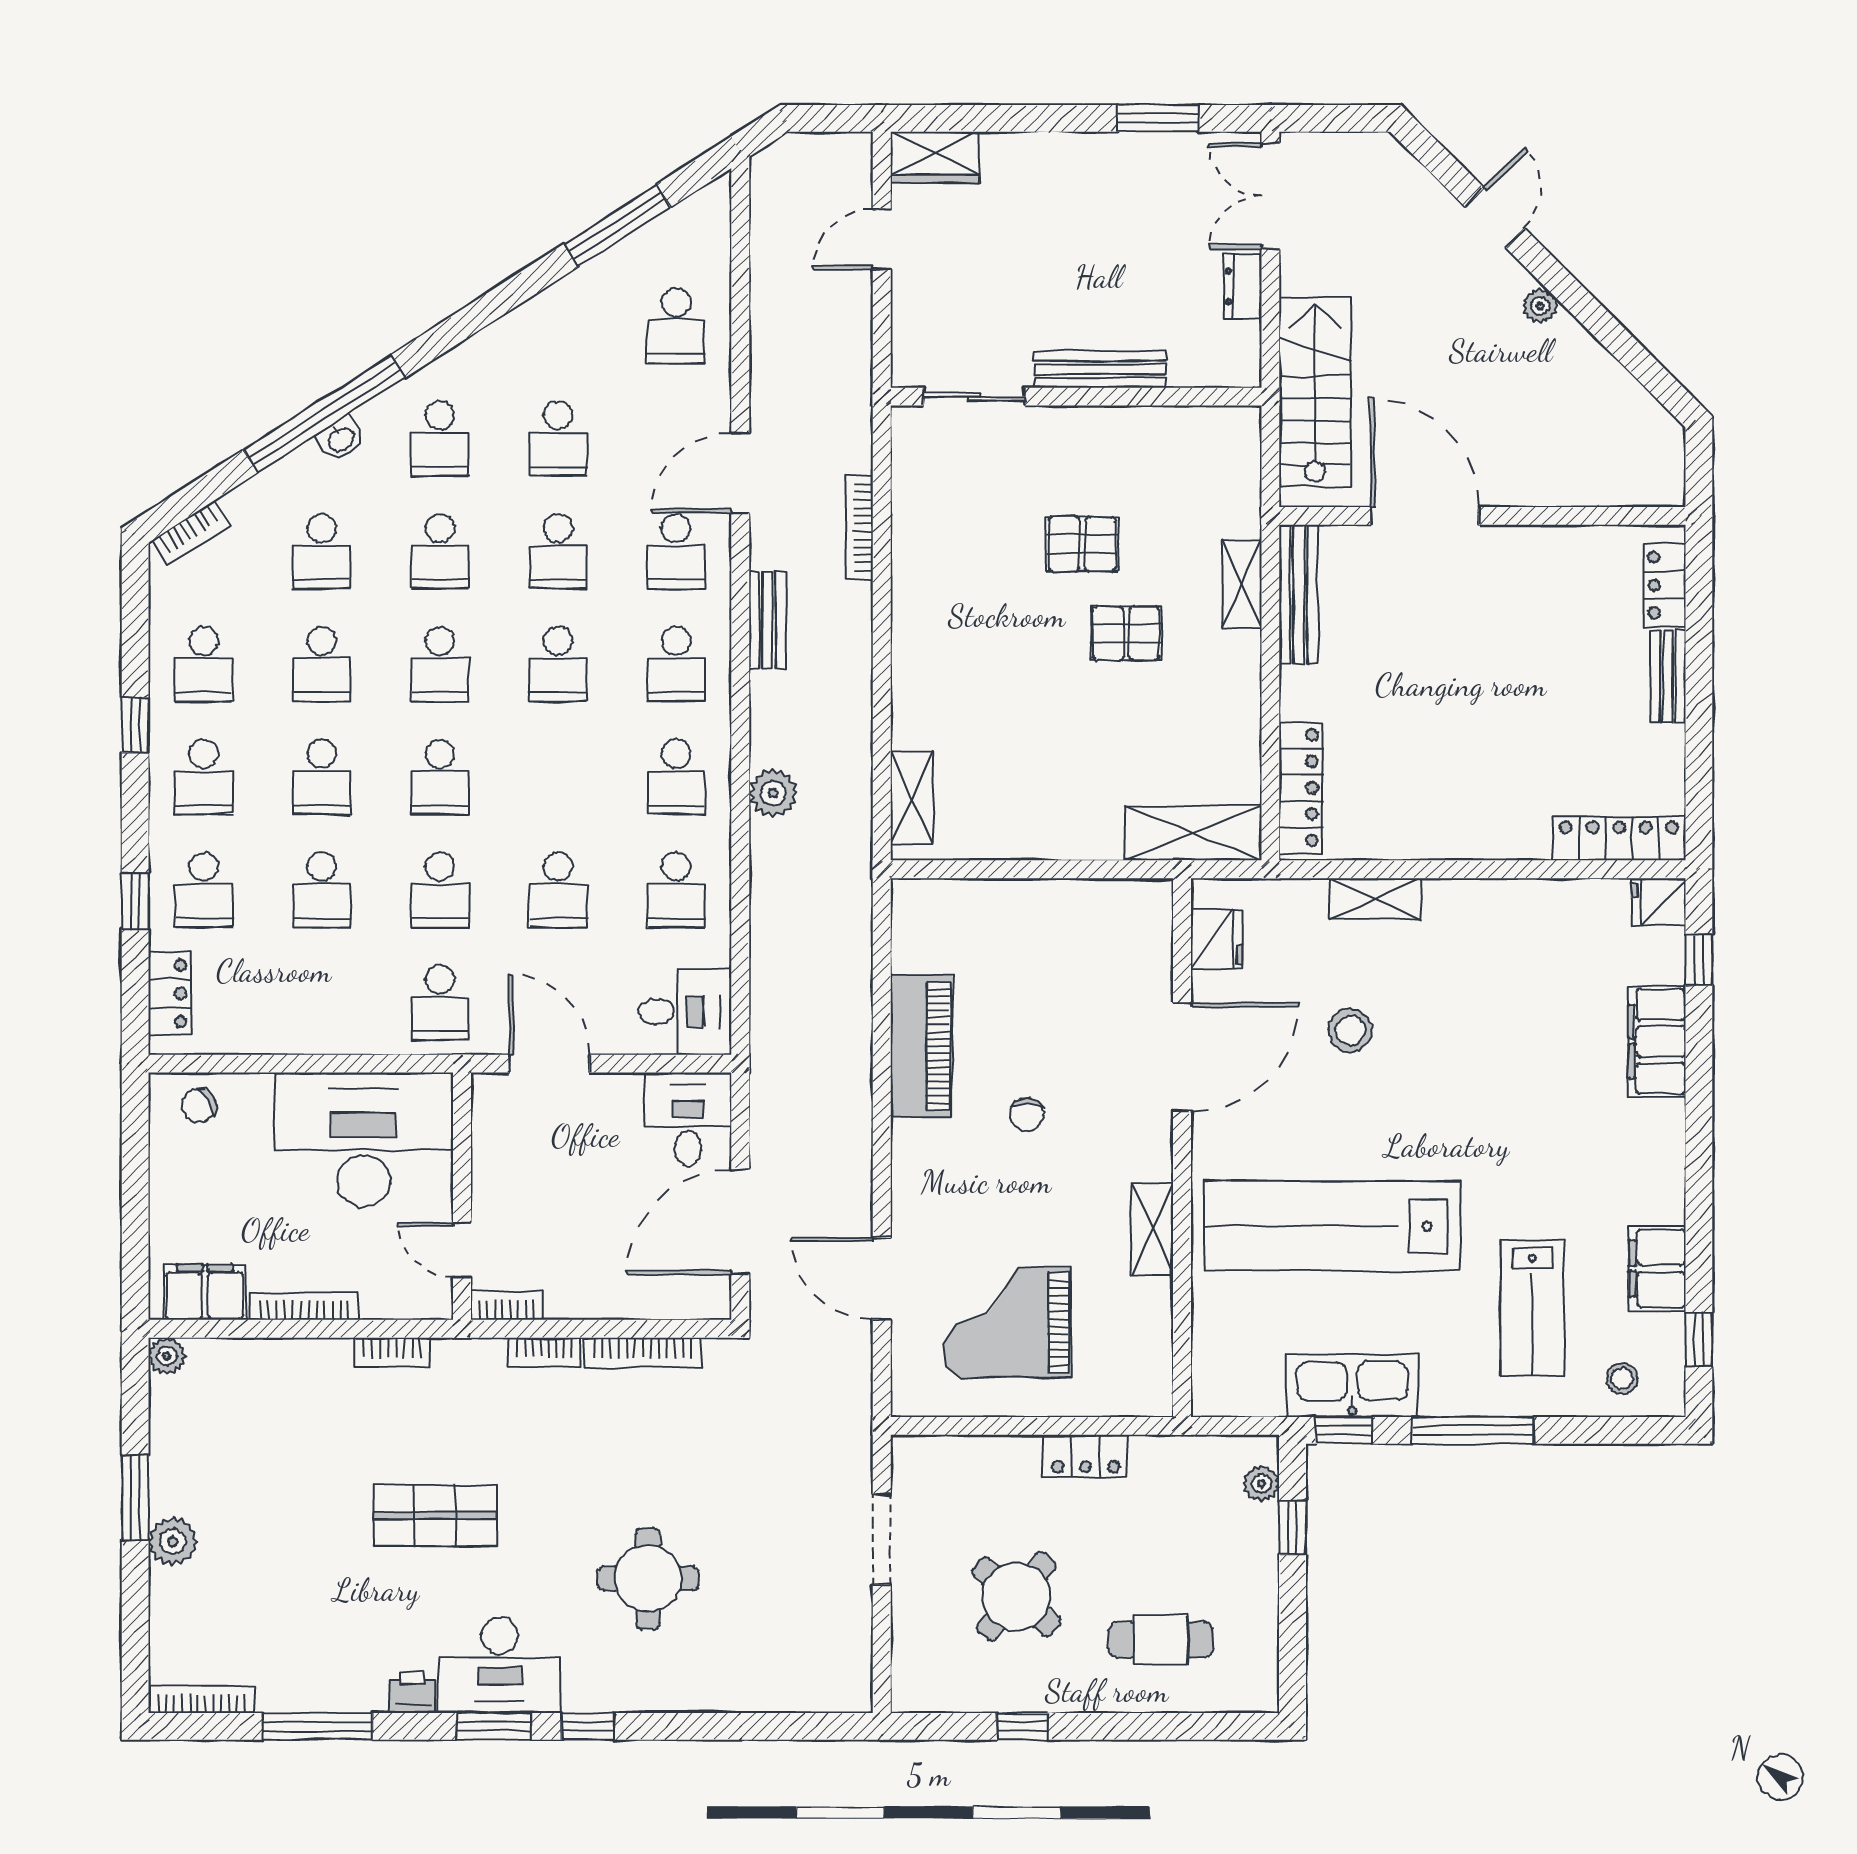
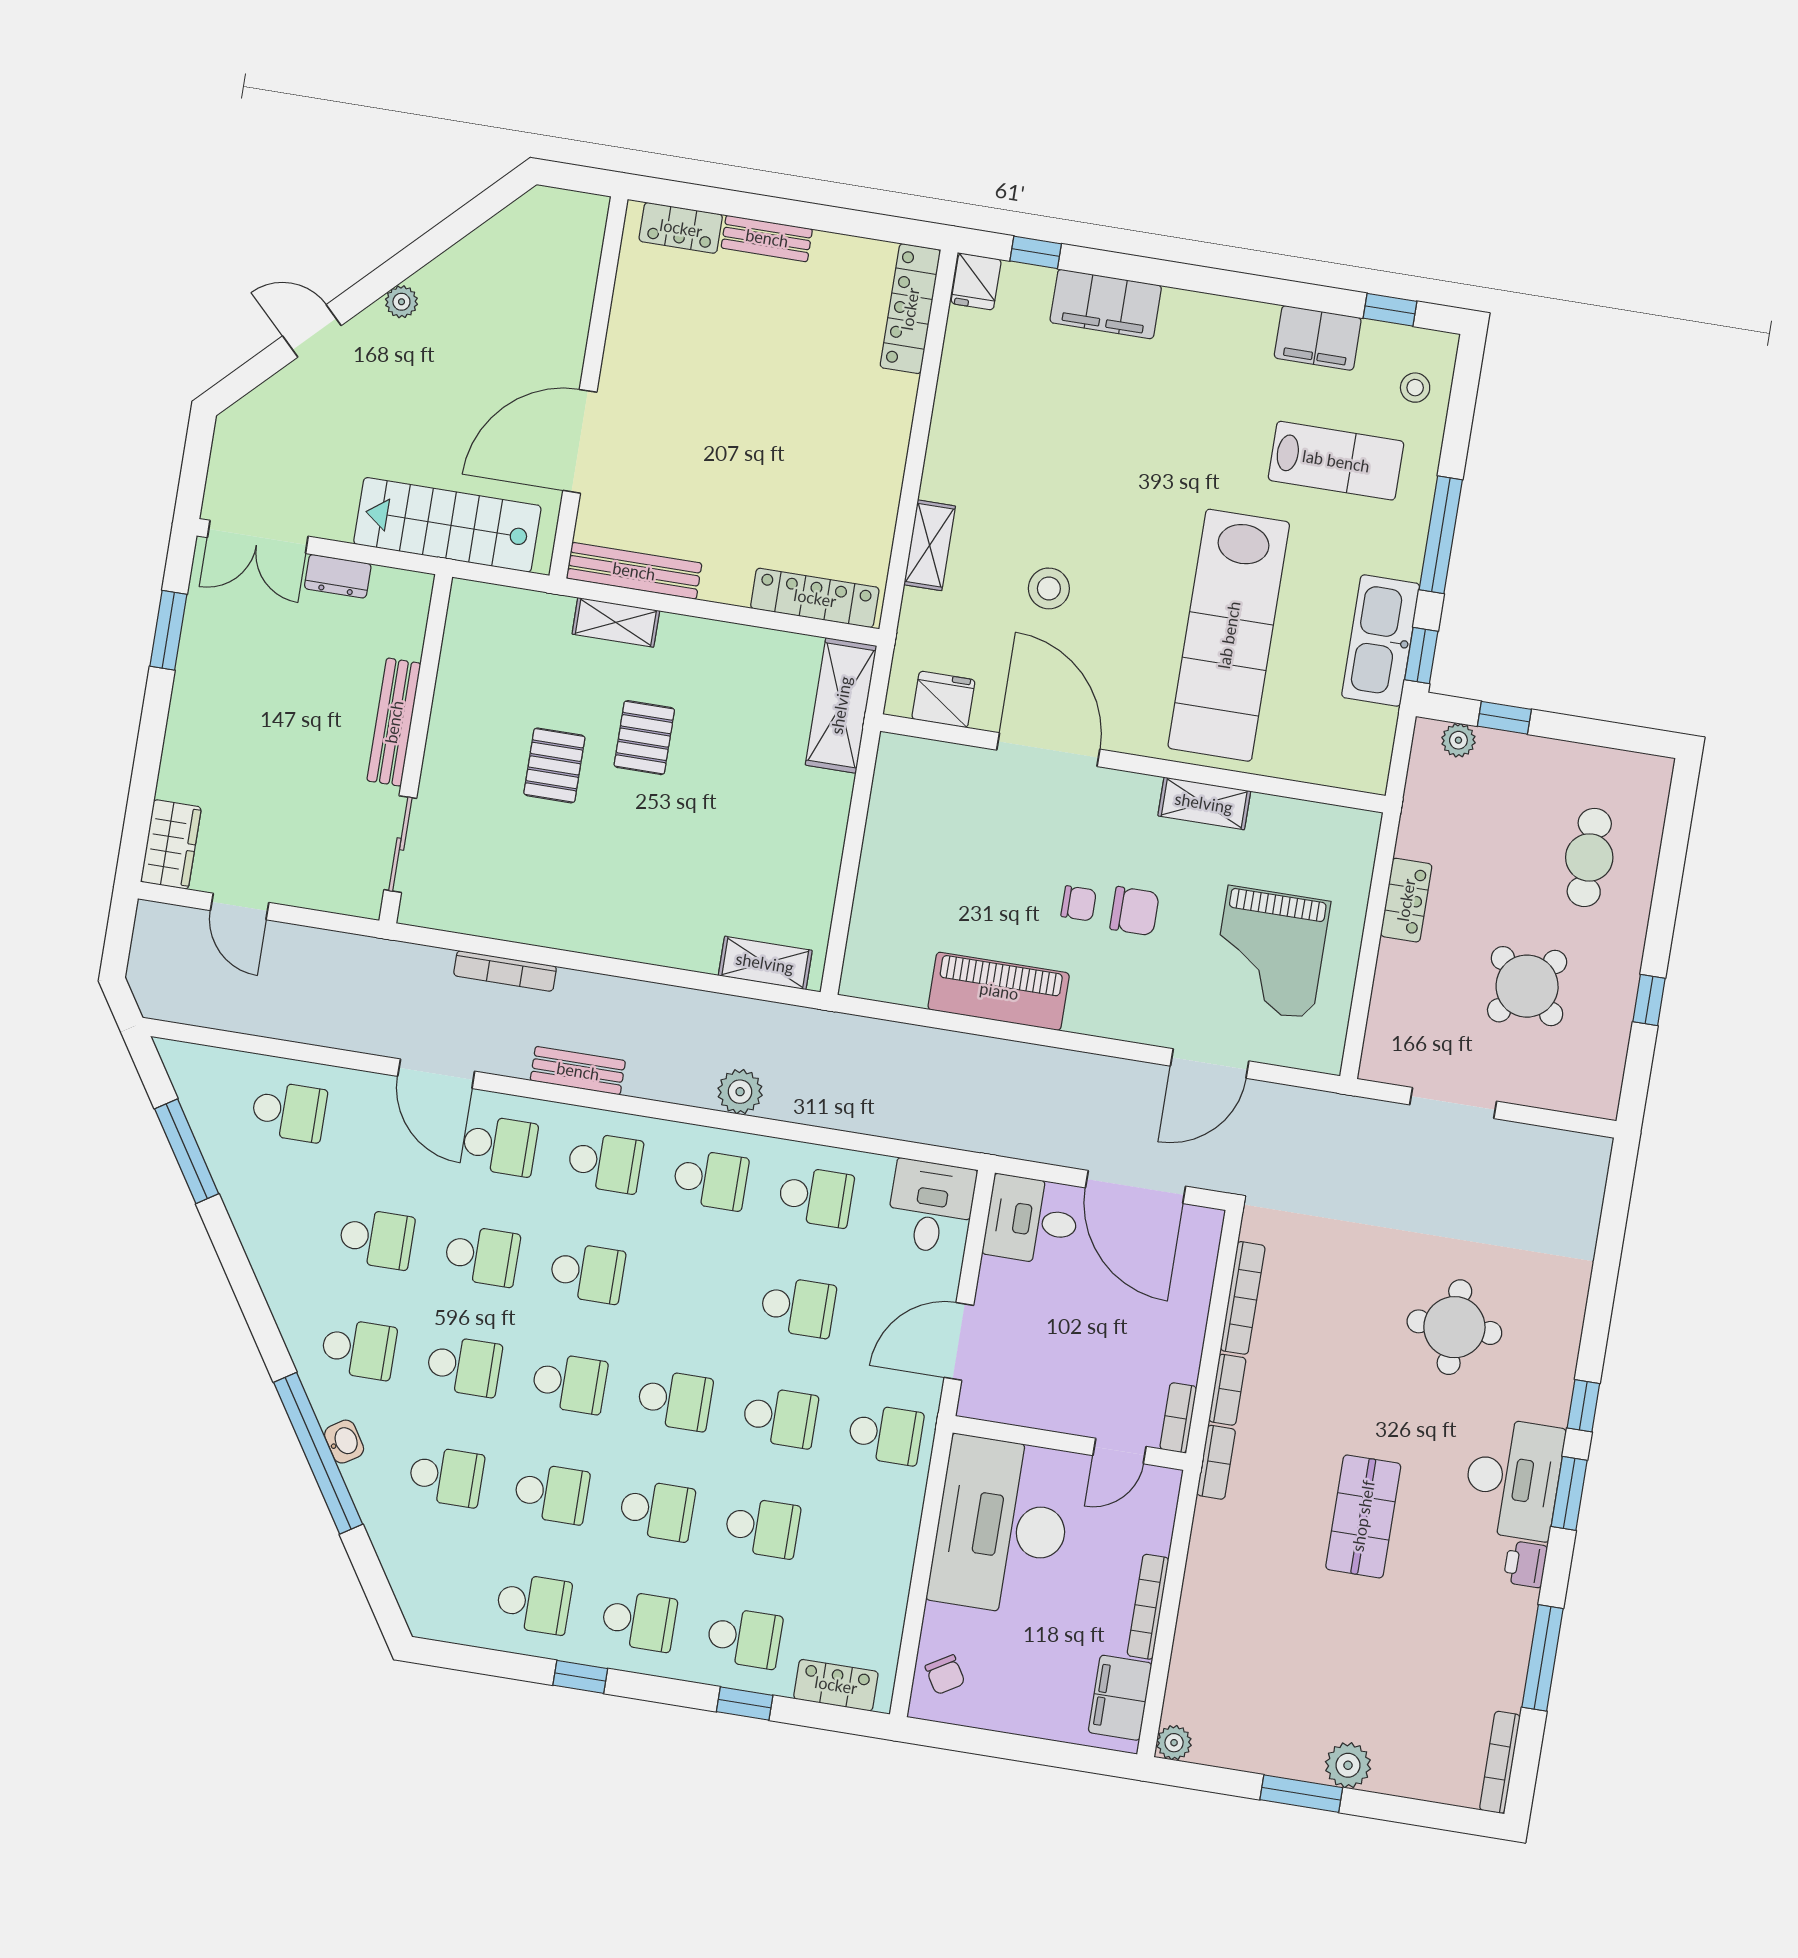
bookcase: (191, 533) -> (409, 1596), removed
chair: (1028, 1174) -> (1134, 911), added
bookcase: (392, 1353) -> (1216, 1462), moved

